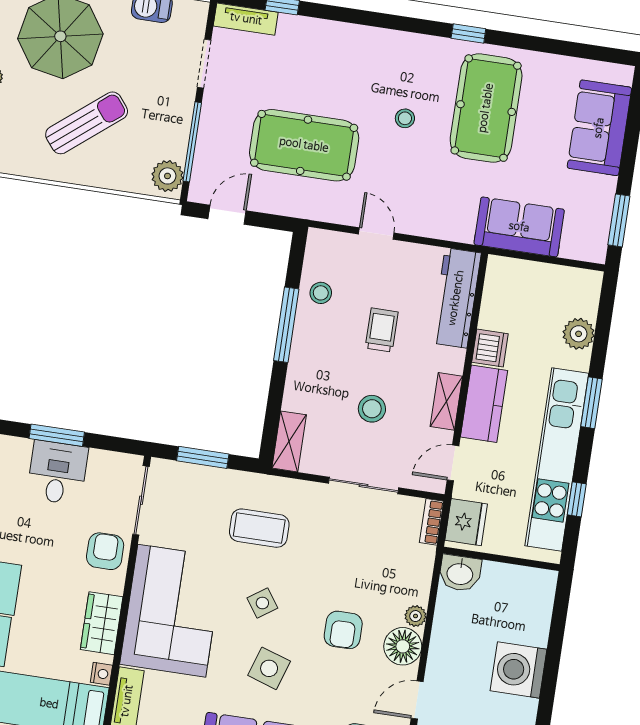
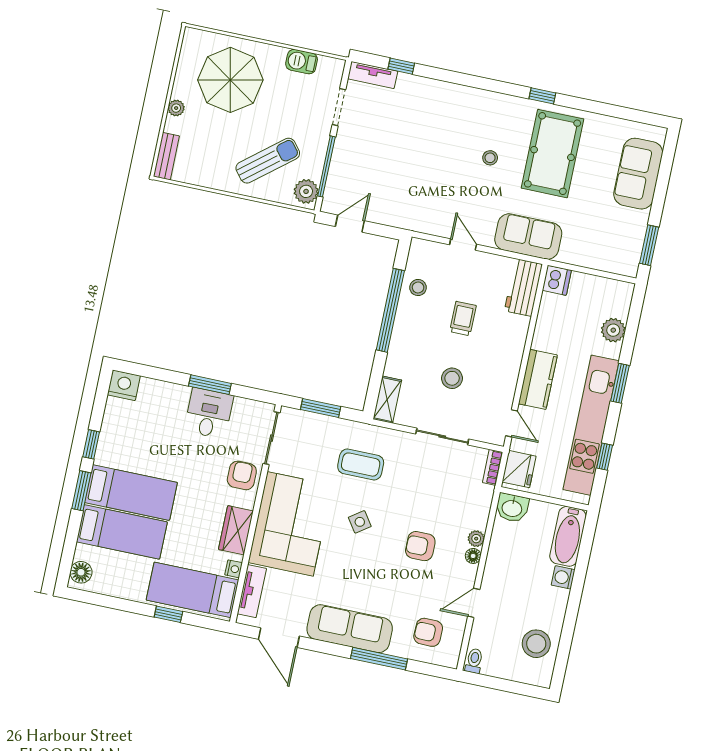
sun lounger: (87, 123) -> (268, 161), moved
pool table: (304, 145) -> (412, 174), removed
sofa: (519, 227) -> (528, 237), moved
workbench: (456, 298) -> (523, 287), width x0.73
window: (286, 325) -> (390, 310), width x1.46
dishwasher: (490, 348) -> (557, 280), moved
shelving: (446, 401) -> (509, 376), removed
door: (453, 463) -> (512, 423), swing flipped
bathtub: (535, 606) -> (568, 536), added
armchair: (343, 630) -> (420, 546), turned 90
floor lamp: (403, 646) -> (473, 556), width x0.53, depth x0.53
side table: (269, 668) -> (362, 572), removed
washing machine: (519, 670) -> (563, 577), width x0.53, depth x0.53

